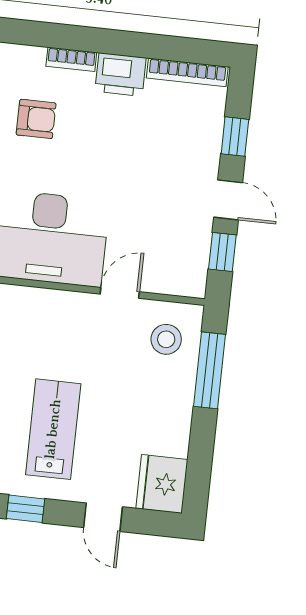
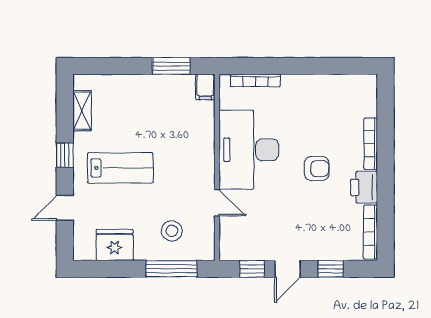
bookcase: (71, 59) -> (371, 144), width x1.56
armchair: (36, 119) -> (317, 169), moved, turned -90
stool: (166, 339) -> (172, 231), moved
fridge: (162, 484) -> (115, 245), moved

